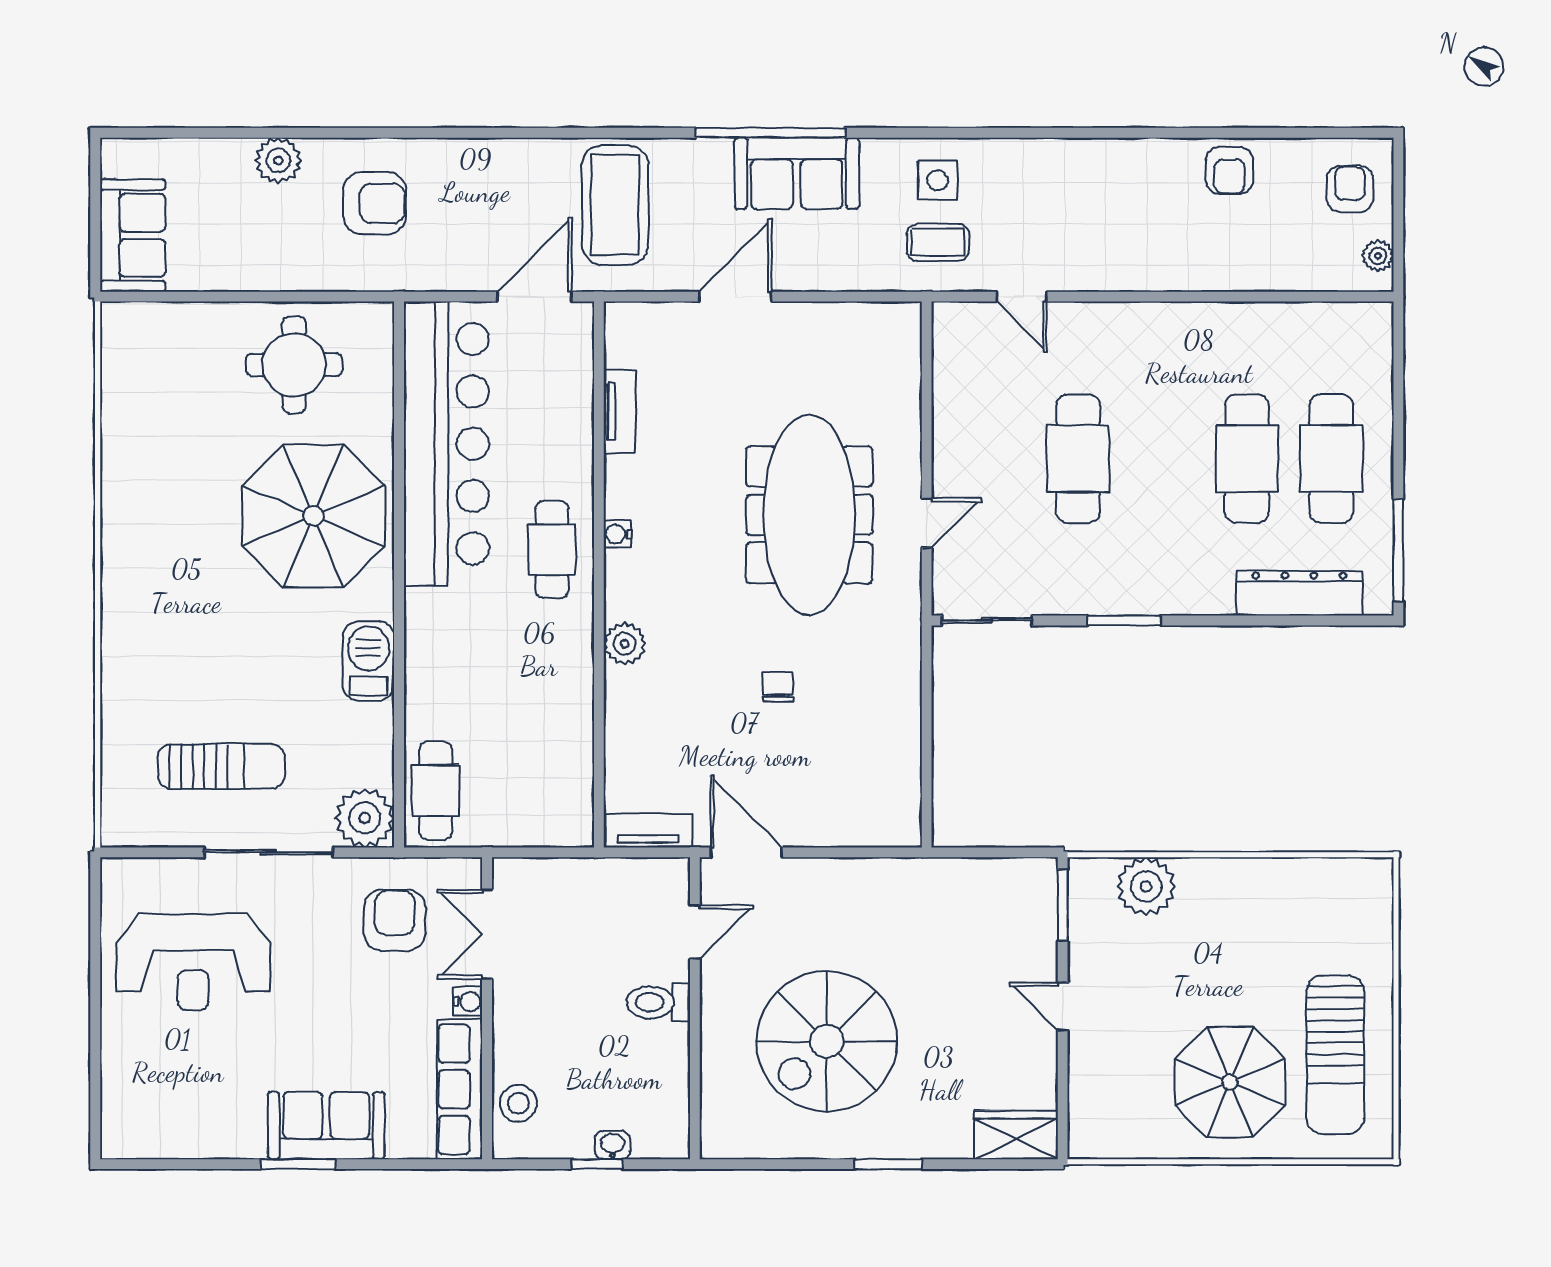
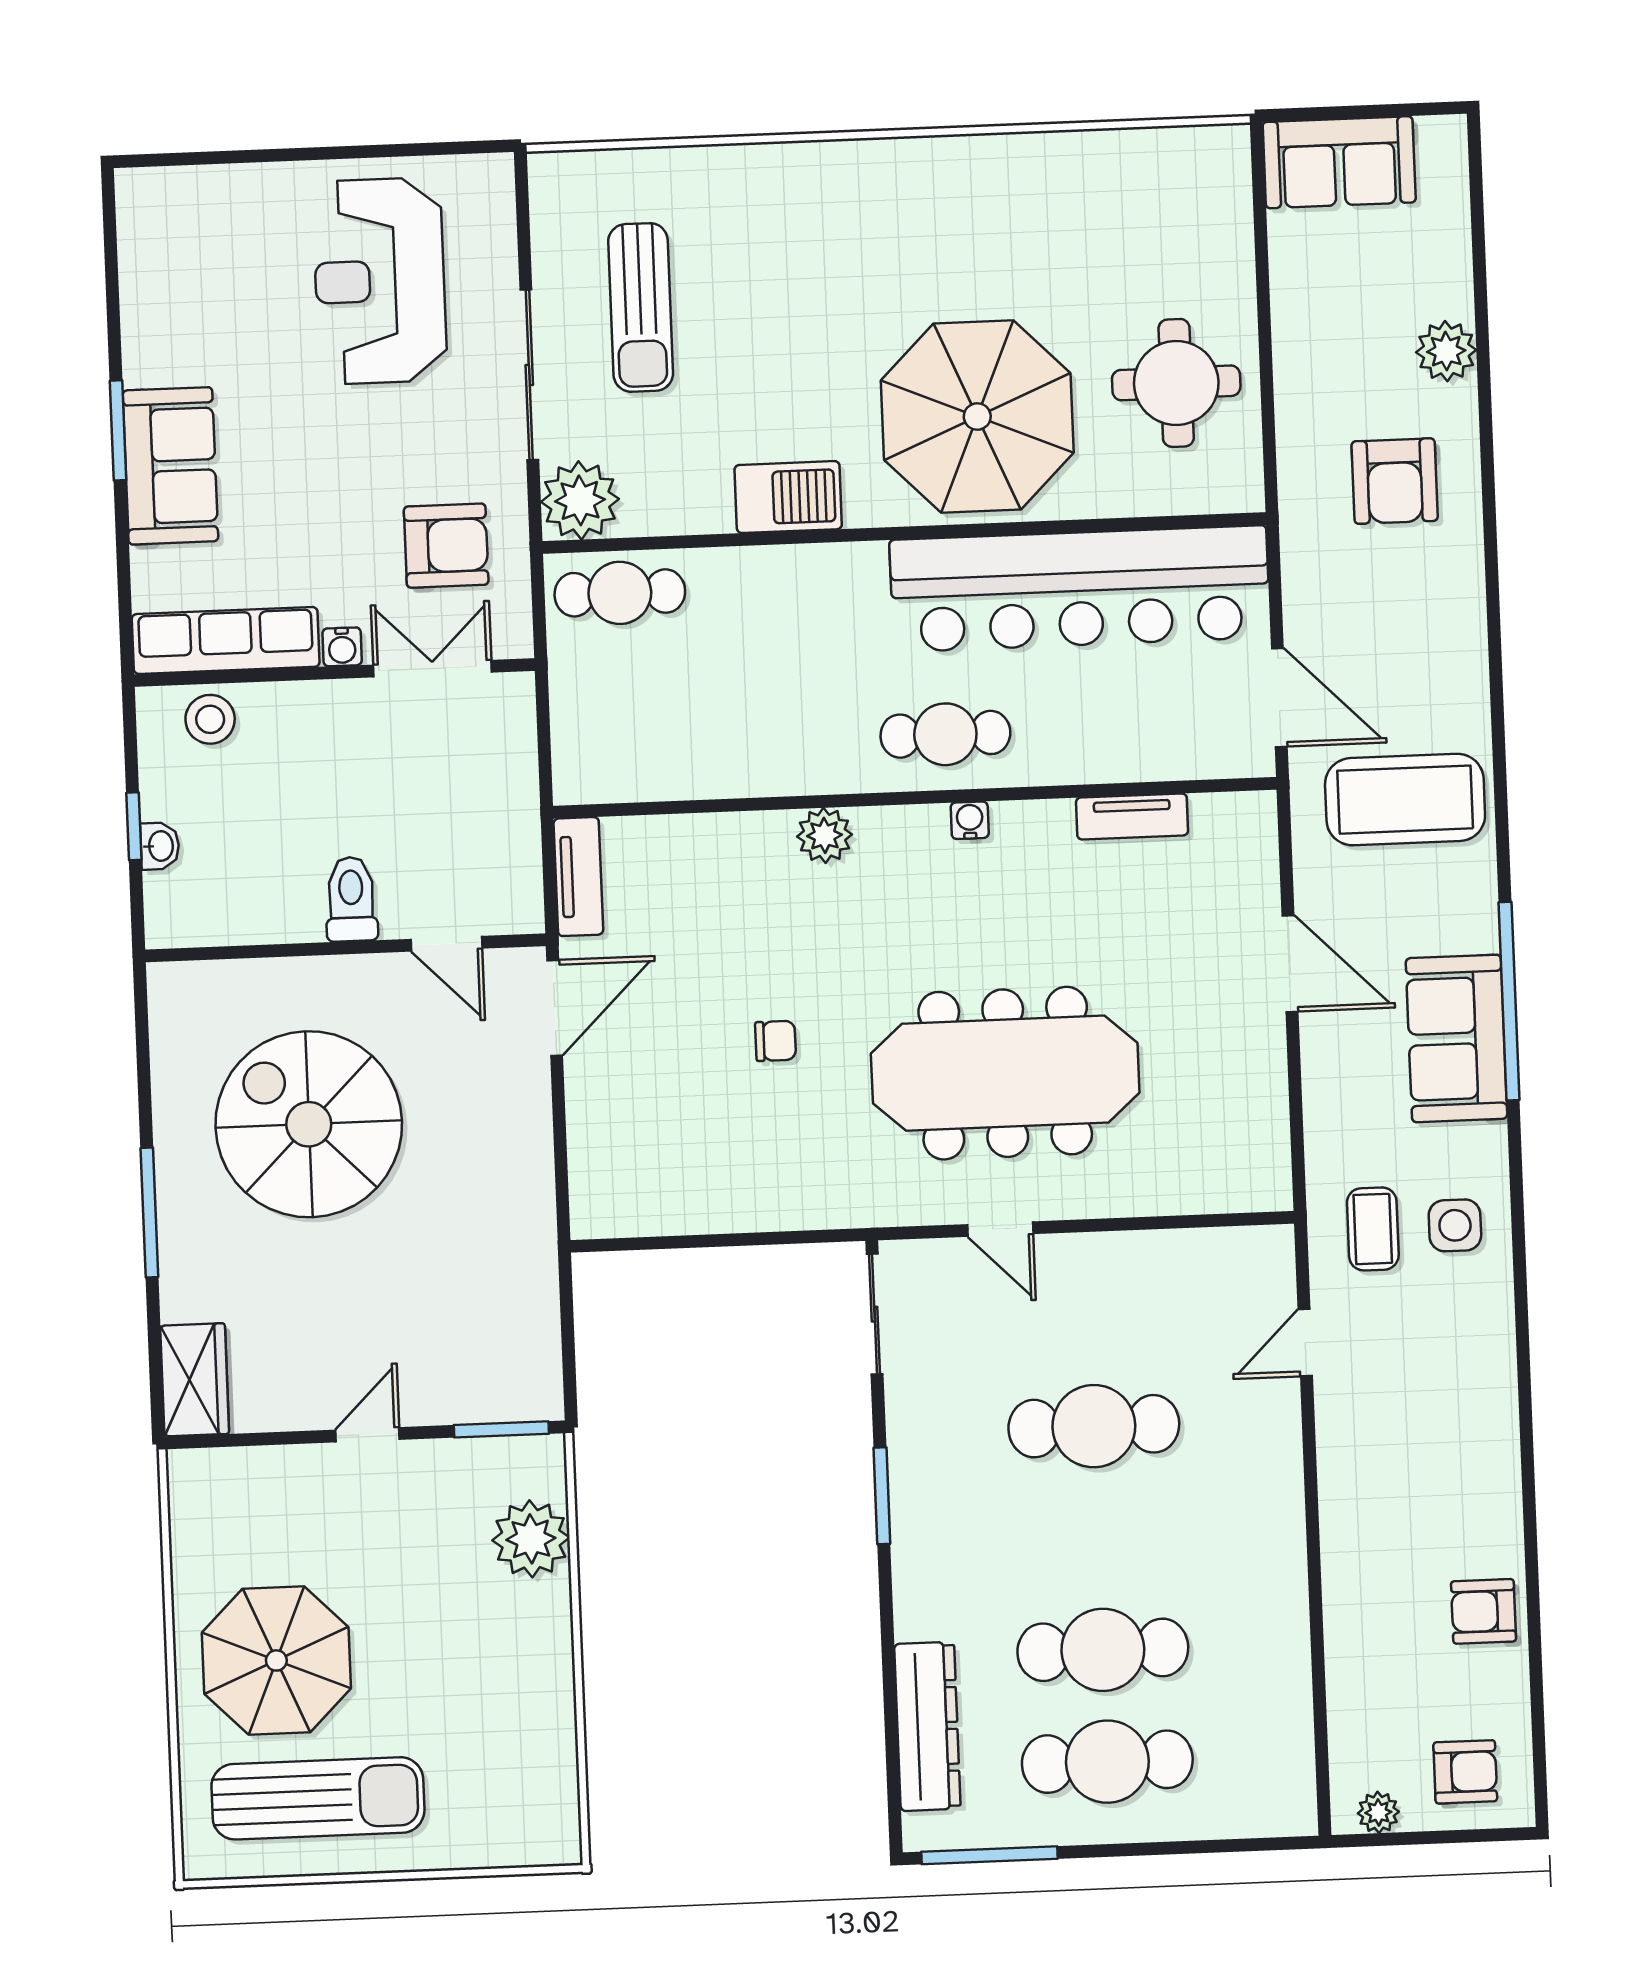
sun lounger: (1335, 1055) -> (318, 1798), turned 180
window: (888, 1164) -> (149, 1212), width x1.44

